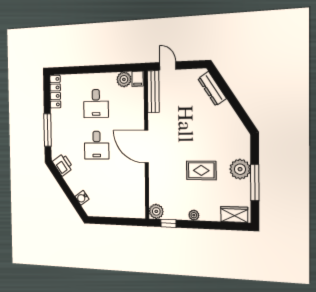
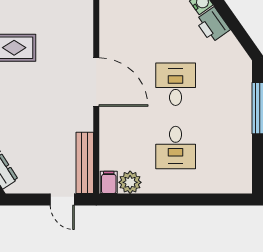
locker: (55, 92) -> (243, 167), removed
desk: (96, 104) -> (176, 148), turned 180
printer: (63, 165) -> (213, 25), moved

